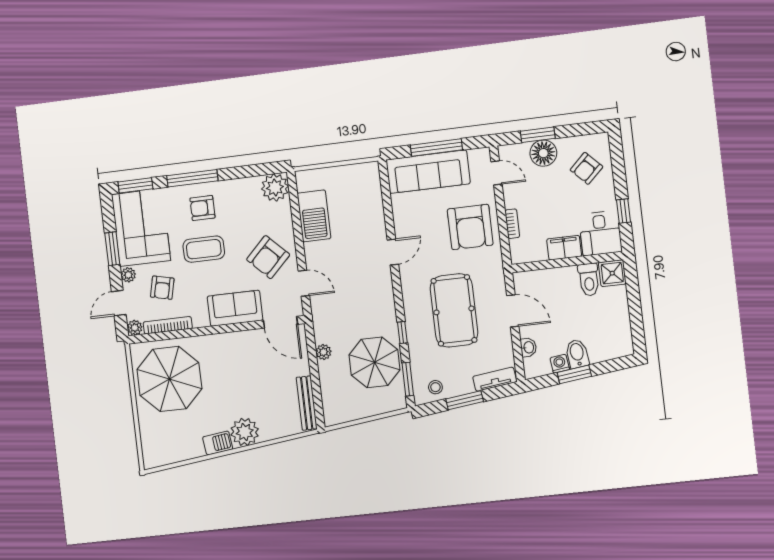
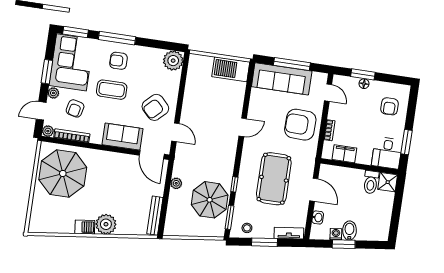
floor lamp: (543, 153) -> (364, 84), width x0.53, depth x0.53
armchair: (586, 168) -> (389, 106), turned -46
window: (623, 211) -> (406, 142), width x1.50
barbecue: (314, 216) -> (231, 69), moved, turned 90
armchair: (470, 227) -> (300, 125), turned 92
filing cabinet: (564, 248) -> (344, 154), moved

